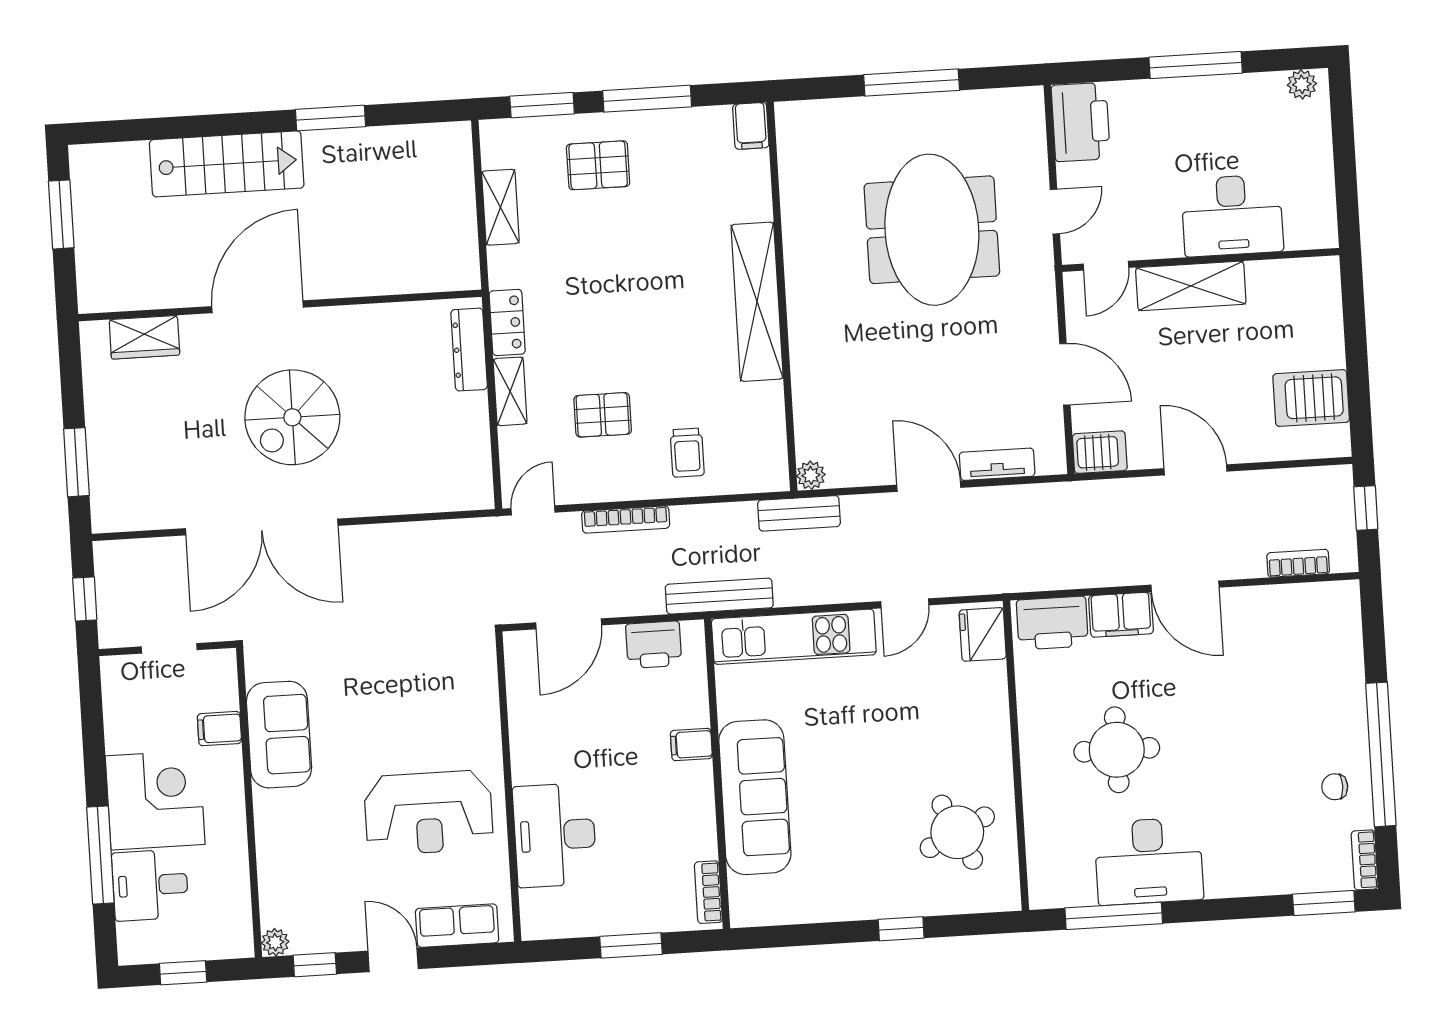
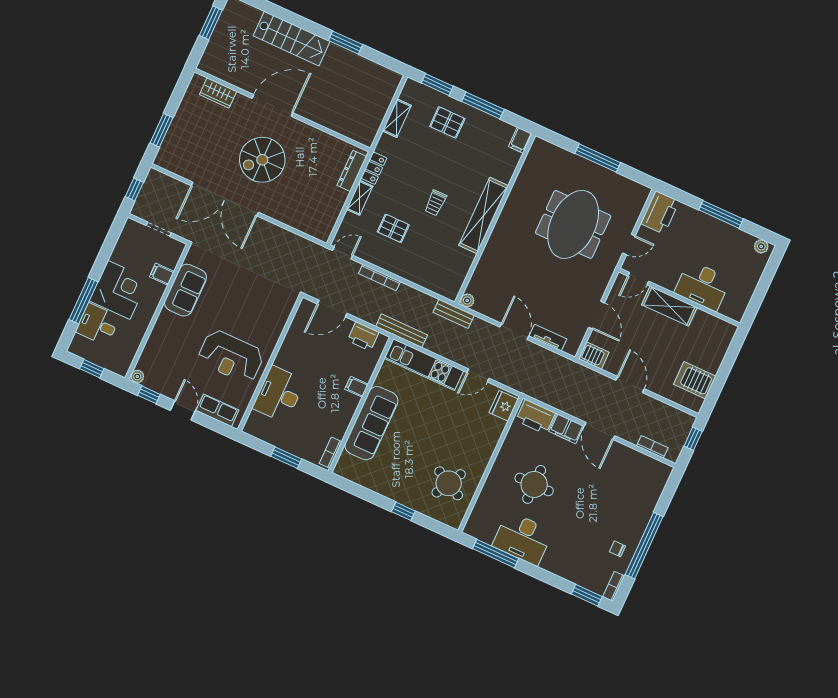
trolley: (687, 453) -> (435, 203), moved
round table: (957, 832) -> (449, 483), turned -36

